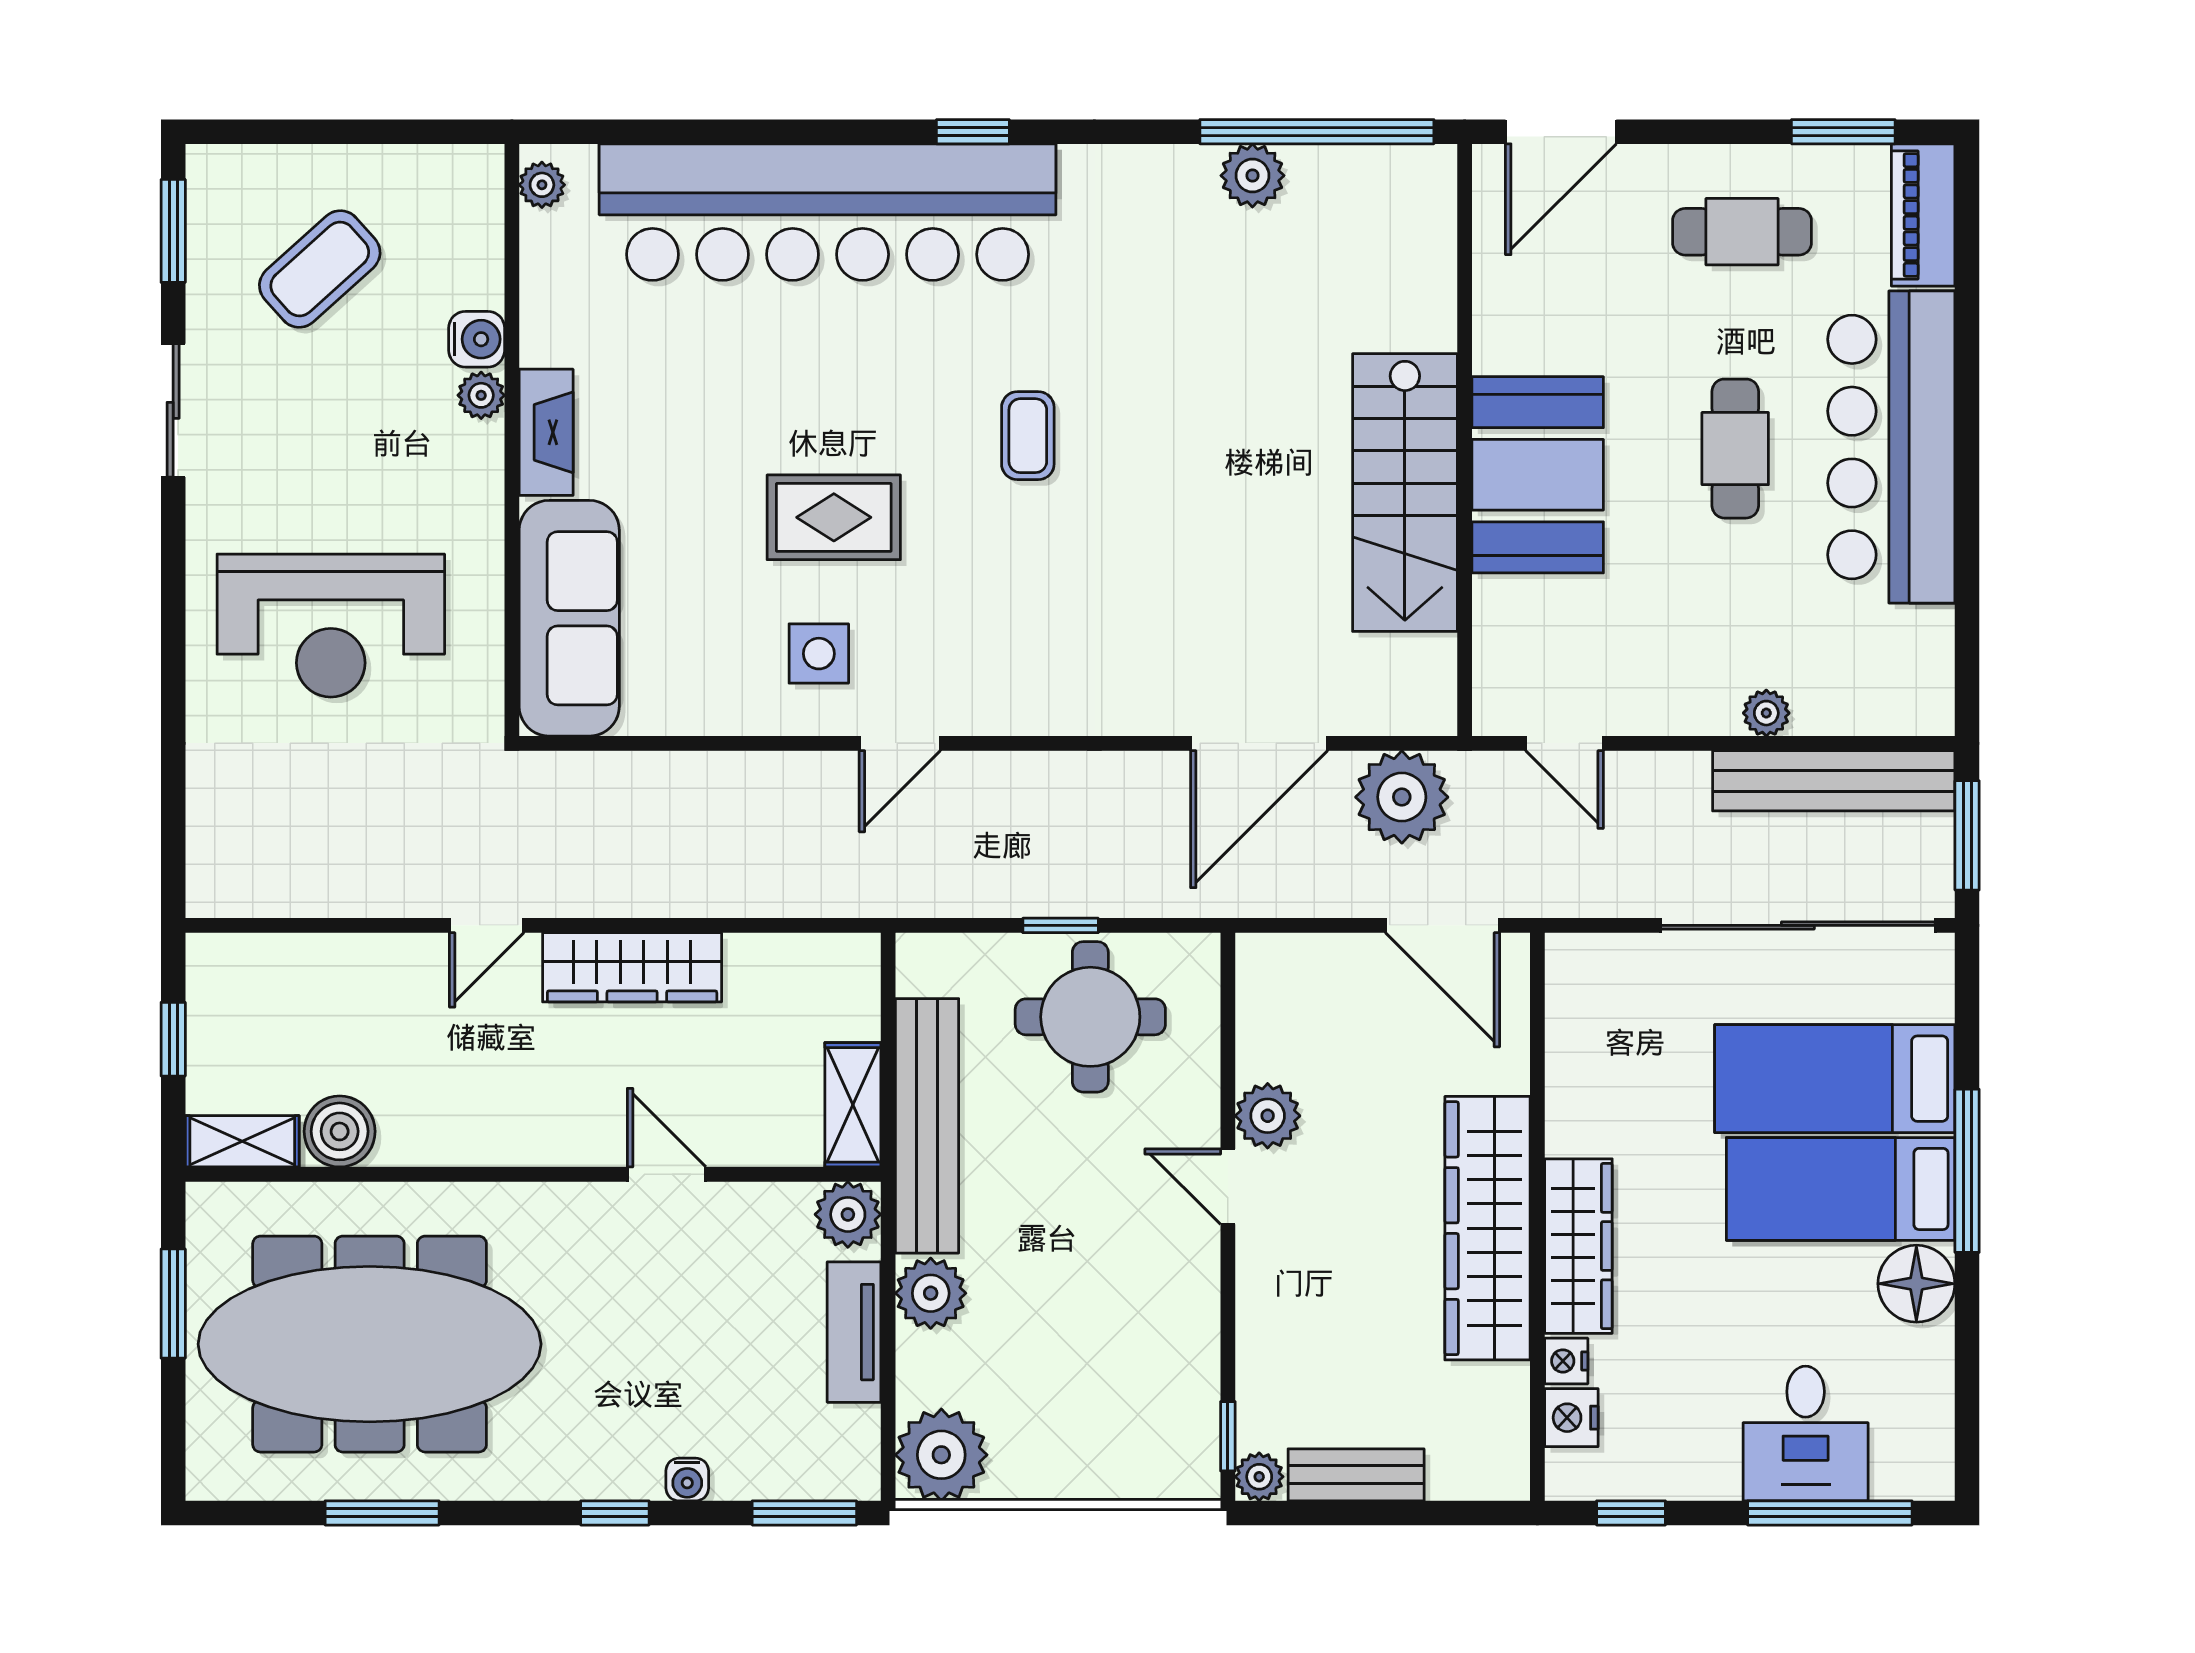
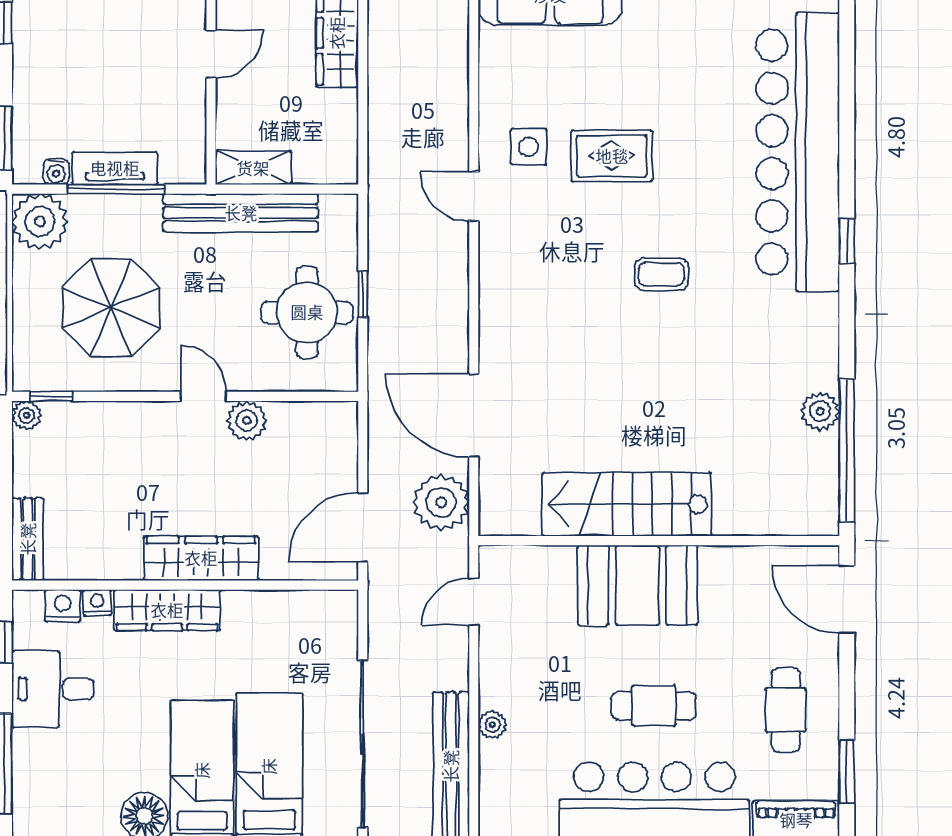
rug: (834, 517) -> (612, 156), turned 90
door: (1228, 1187) -> (204, 396), hinge flipped
plant: (848, 1214) -> (186, 165), removed
wardrobe: (1487, 1228) -> (201, 558), width x0.71, depth x0.85
plant: (931, 1293) -> (138, 215), removed
window: (888, 1330) -> (116, 189), added
parasol: (1083, 1338) -> (111, 308), added
desk: (1806, 1433) -> (53, 689), moved
bench: (1356, 1475) -> (28, 539), moved
water cooler: (687, 1479) -> (56, 172), moved, turned -90

